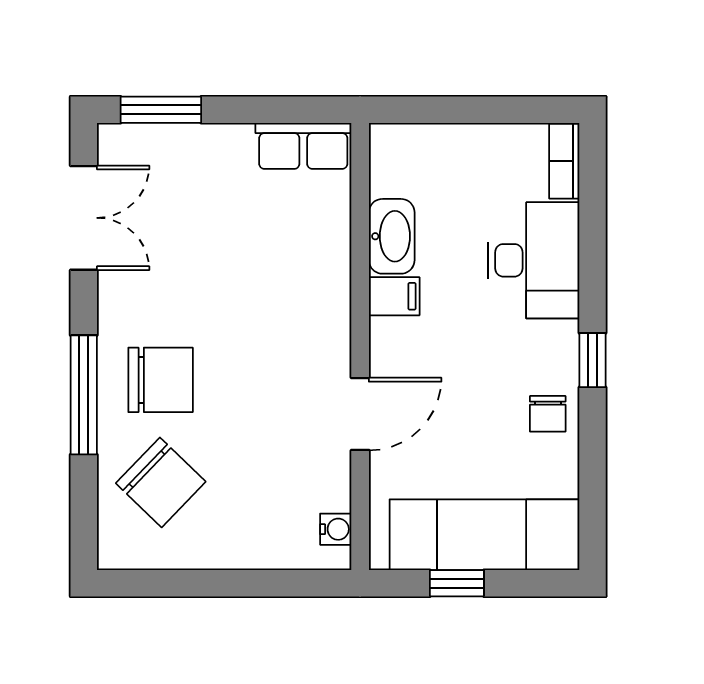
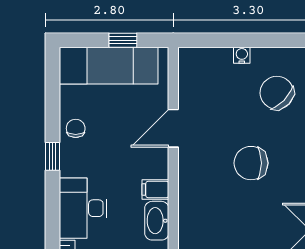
chair: (161, 380) -> (251, 163), moved
water cooler: (336, 529) -> (242, 55), moved, turned 90

